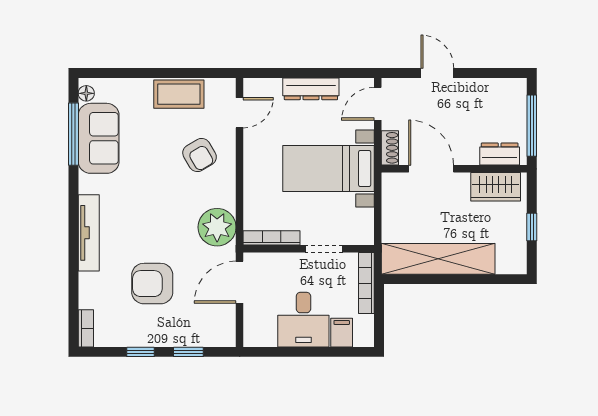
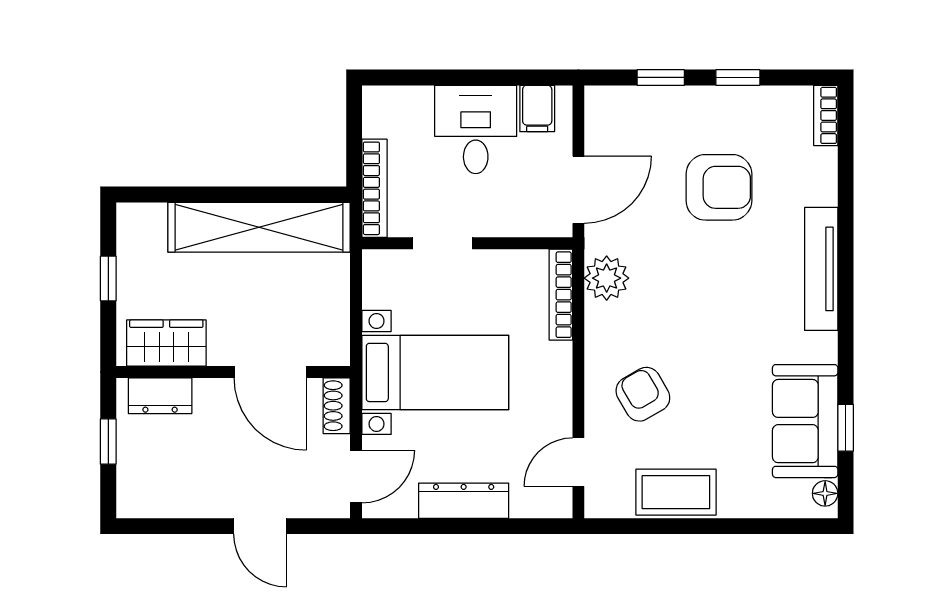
window: (532, 126) -> (108, 442), width x0.46
window: (74, 134) -> (846, 428), width x0.46
plant: (217, 227) -> (607, 278), width x0.73, depth x0.73
bookcase: (272, 238) -> (561, 295), moved, turned 90
filing cabinet: (342, 333) -> (537, 108), moved

